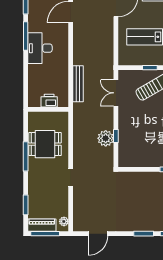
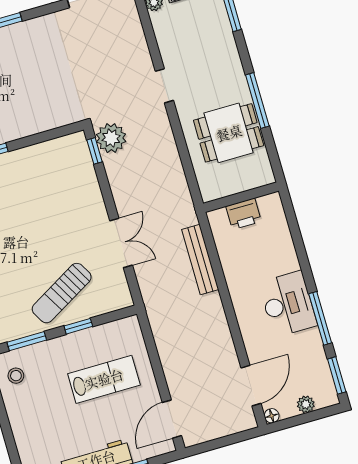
double door: (116, 93) -> (121, 243), moved
window: (116, 136) -> (95, 151), moved
plant: (106, 138) -> (111, 138), moved

